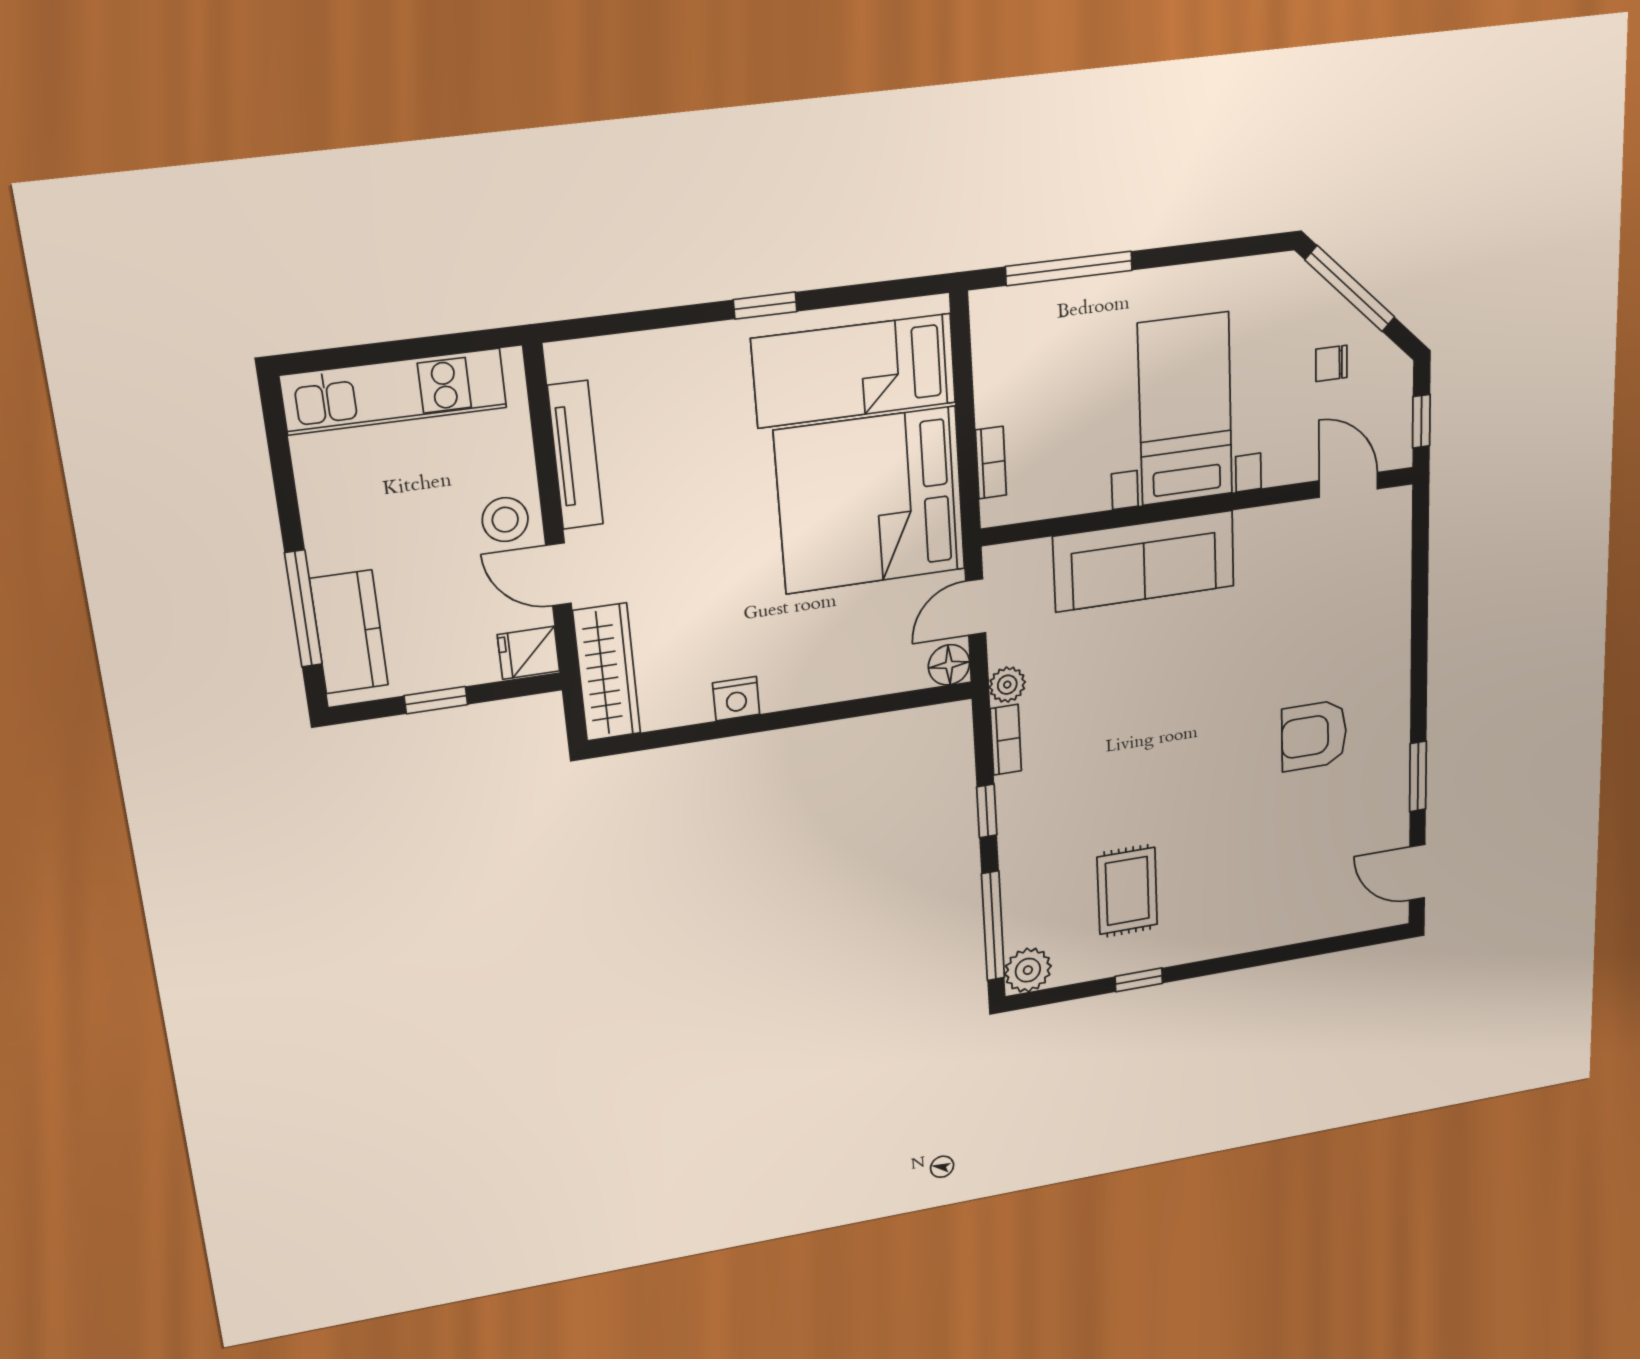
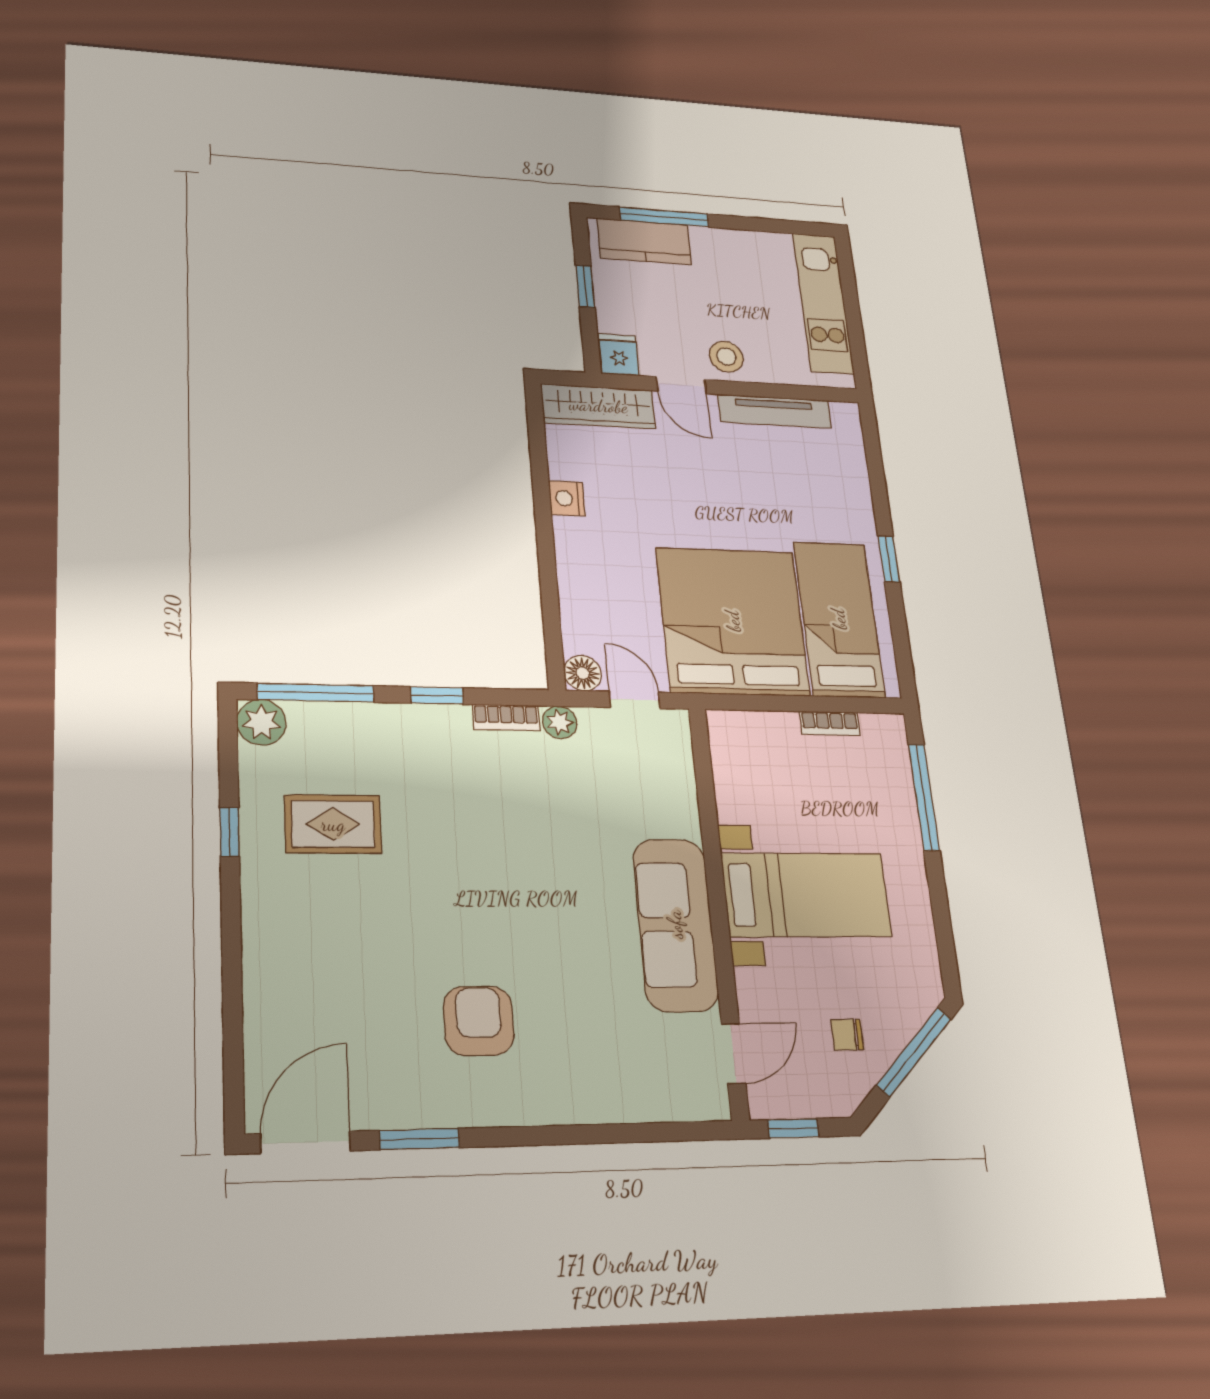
chair: (1331, 363) -> (847, 1035), turned -90
bookcase: (991, 463) -> (830, 723), moved
sofa: (1144, 561) -> (675, 924), moved
door: (558, 574) -> (681, 385), swing flipped
door: (1417, 872) -> (306, 1142), width x1.38

